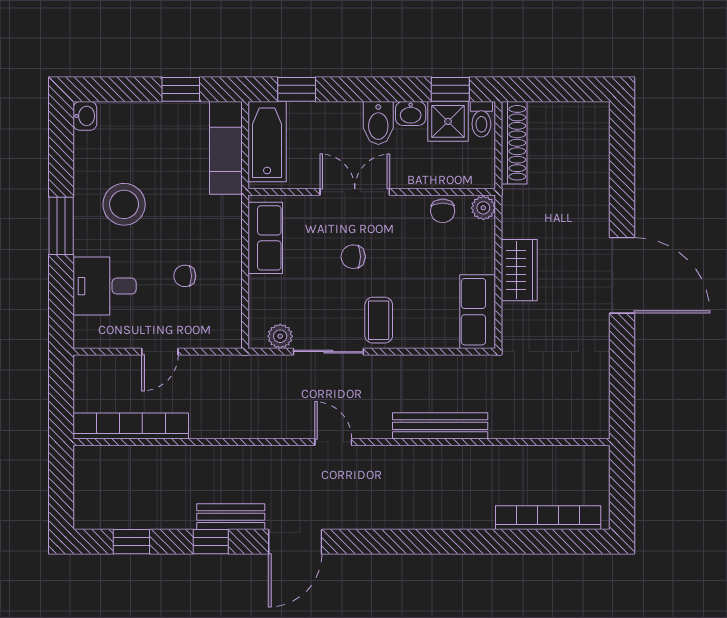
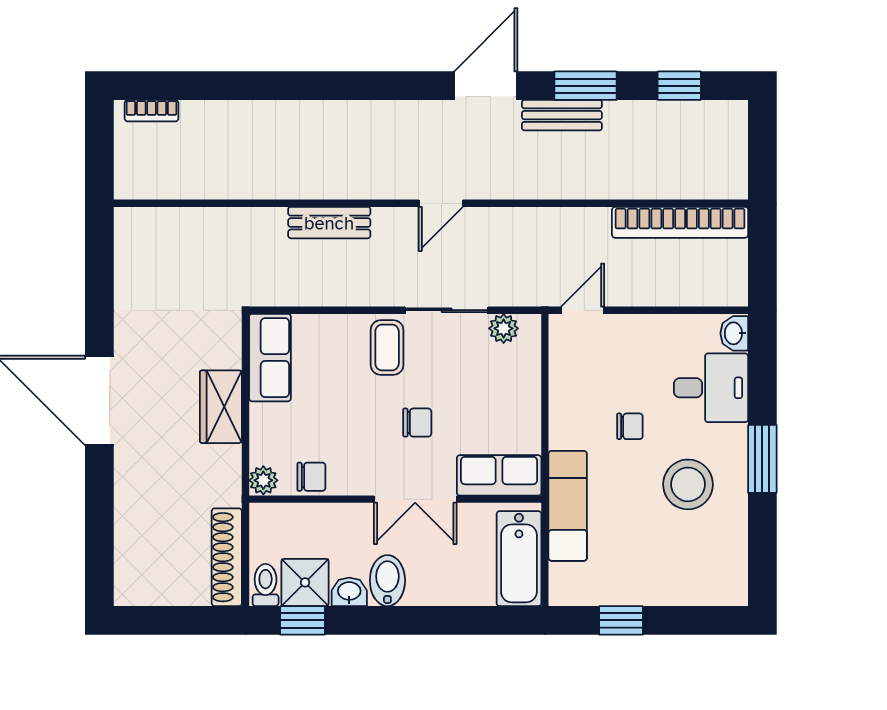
window: (297, 89) -> (484, 620), removed
washbasin: (85, 116) -> (734, 333), moved
exam couch: (226, 148) -> (568, 506), moved
chair: (443, 211) -> (311, 477), turned 90
row of seats: (265, 238) -> (499, 475), moved, turned 90
chair: (185, 276) -> (630, 426), moved
door: (160, 352) -> (583, 310), moved
bench: (440, 426) -> (329, 223), width x0.73
door: (333, 442) -> (441, 203), hinge flipped
bookcase: (548, 518) -> (152, 111), width x0.43, depth x0.76
window: (211, 542) -> (586, 86), width x1.50

